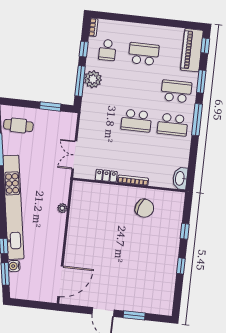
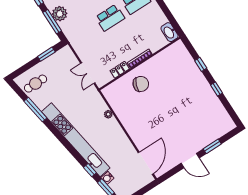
chair: (144, 208) -> (141, 84), moved

